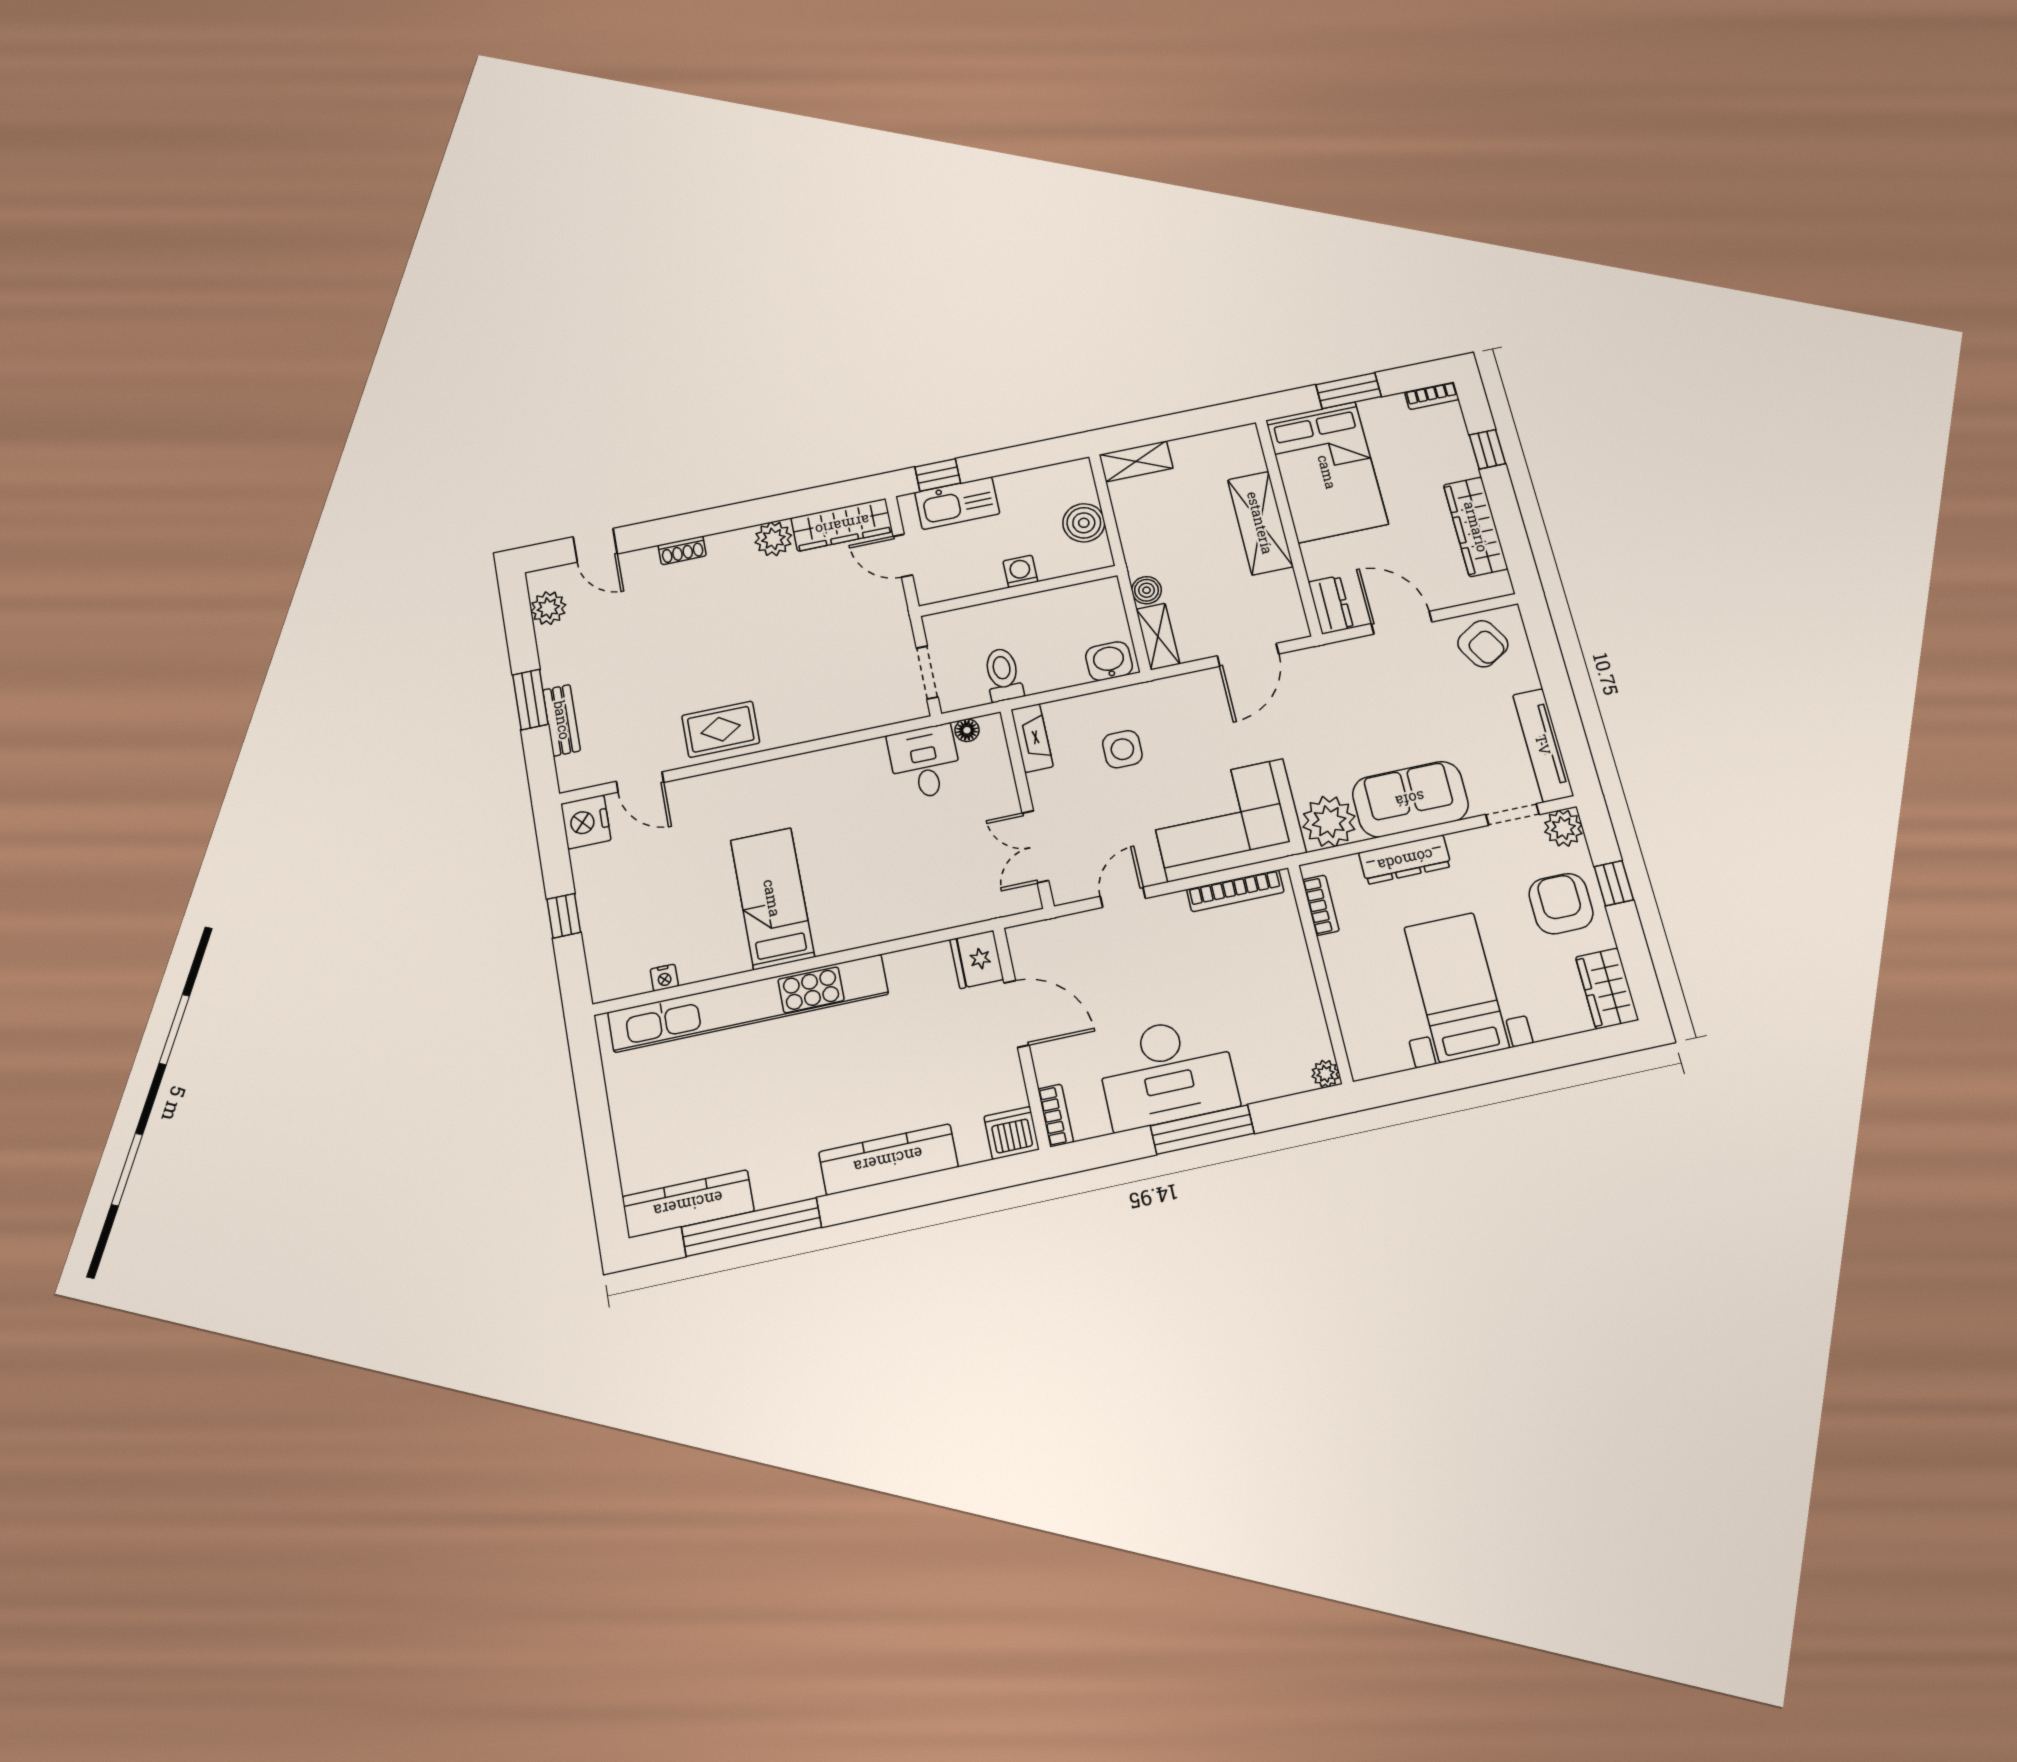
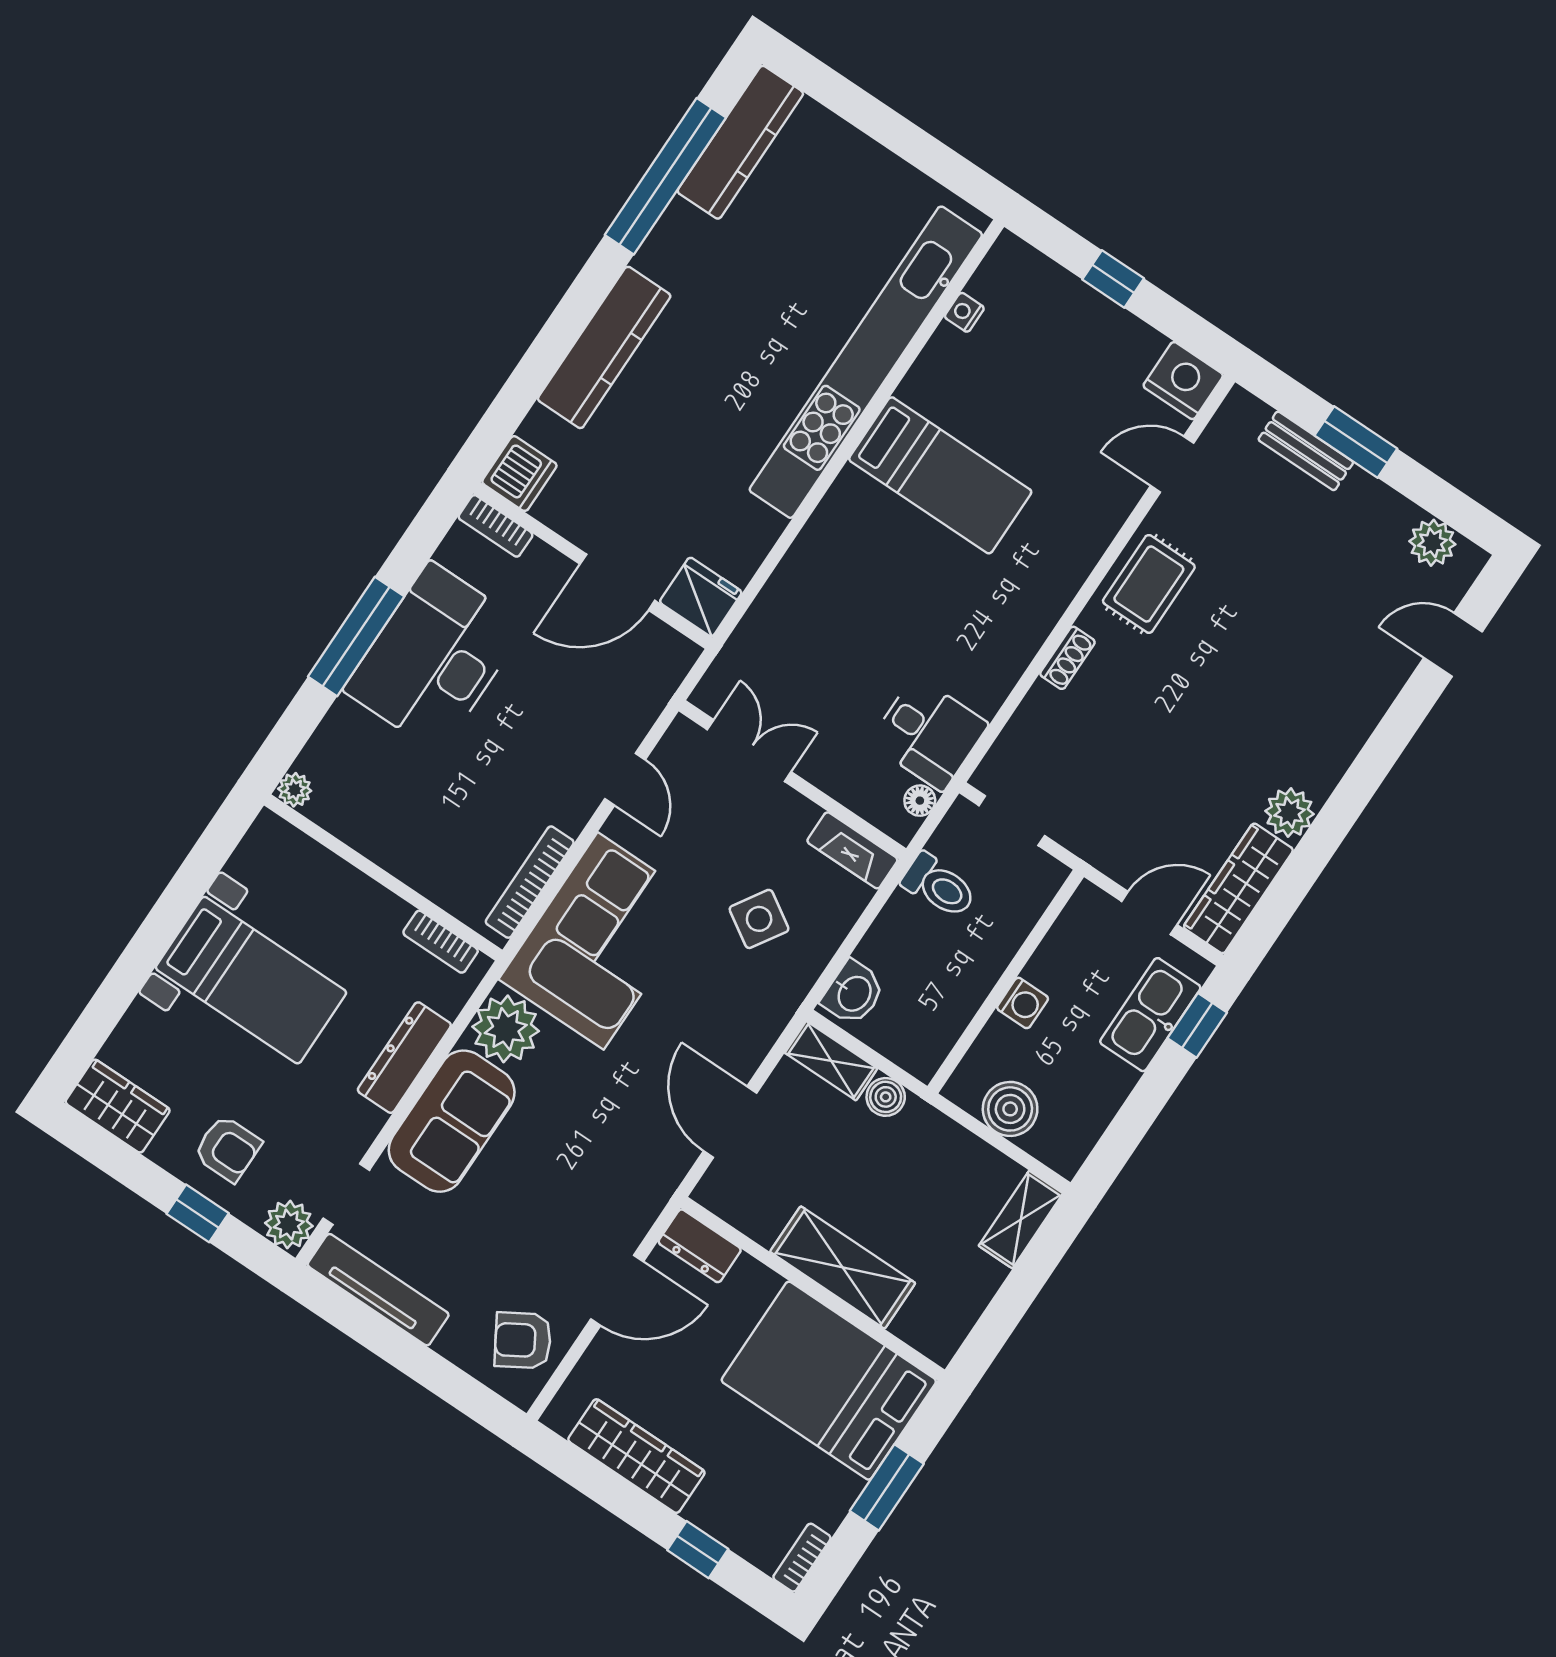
shoe rack: (682, 550) -> (1067, 658), moved, turned 180
side table: (1122, 749) -> (759, 919), turned 32
armchair: (1561, 904) -> (228, 1149), width x0.72, depth x0.72

